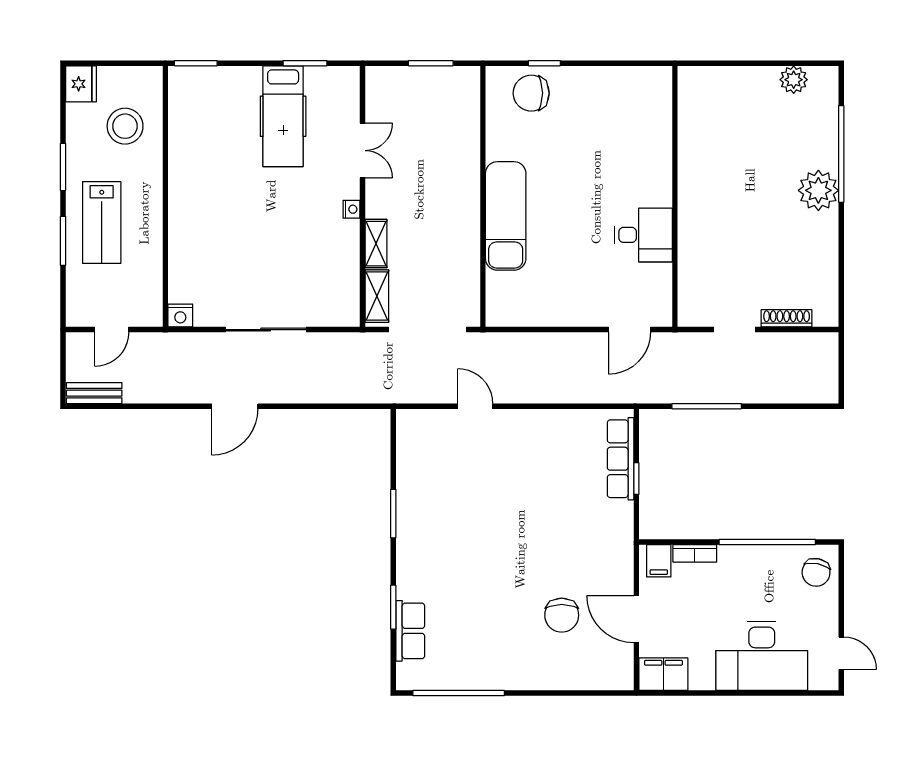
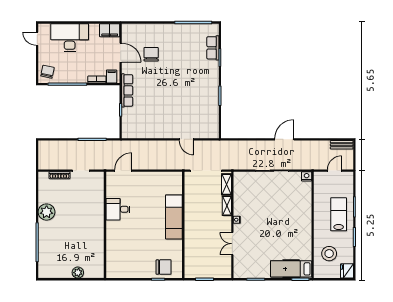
plant: (794, 80) -> (78, 273), moved
hospital bed: (283, 116) -> (291, 269), moved, turned -90
plant: (818, 190) -> (47, 212), moved
row of seats: (621, 459) -> (127, 90), moved

